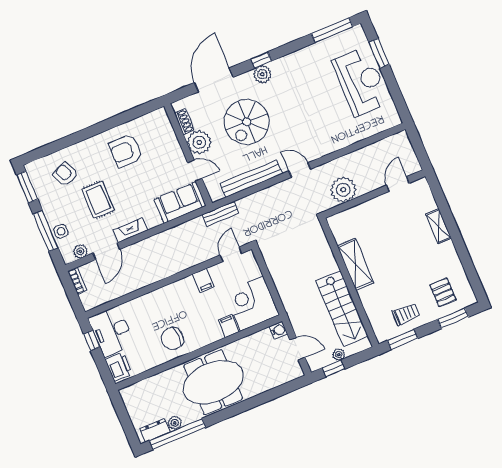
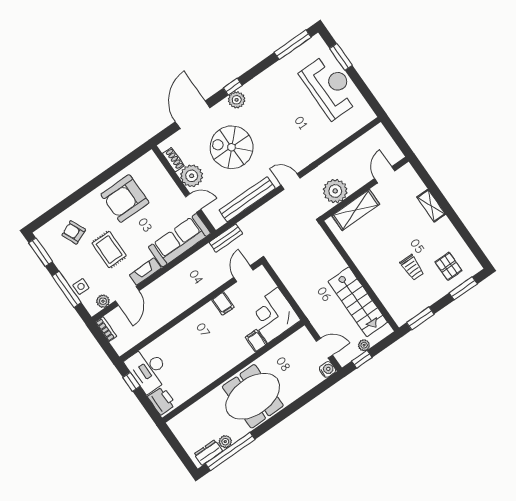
spiral stairs: (247, 122) -> (232, 147), turned 90
armchair: (126, 151) -> (125, 199), width x1.36, depth x1.36
sofa: (180, 202) -> (179, 240), width x1.36
shelving: (355, 264) -> (356, 210), moved, turned 90
trolley: (406, 314) -> (412, 267), moved, turned 90
water cooler: (278, 330) -> (327, 370), moved
chair: (172, 339) -> (206, 364), removed

